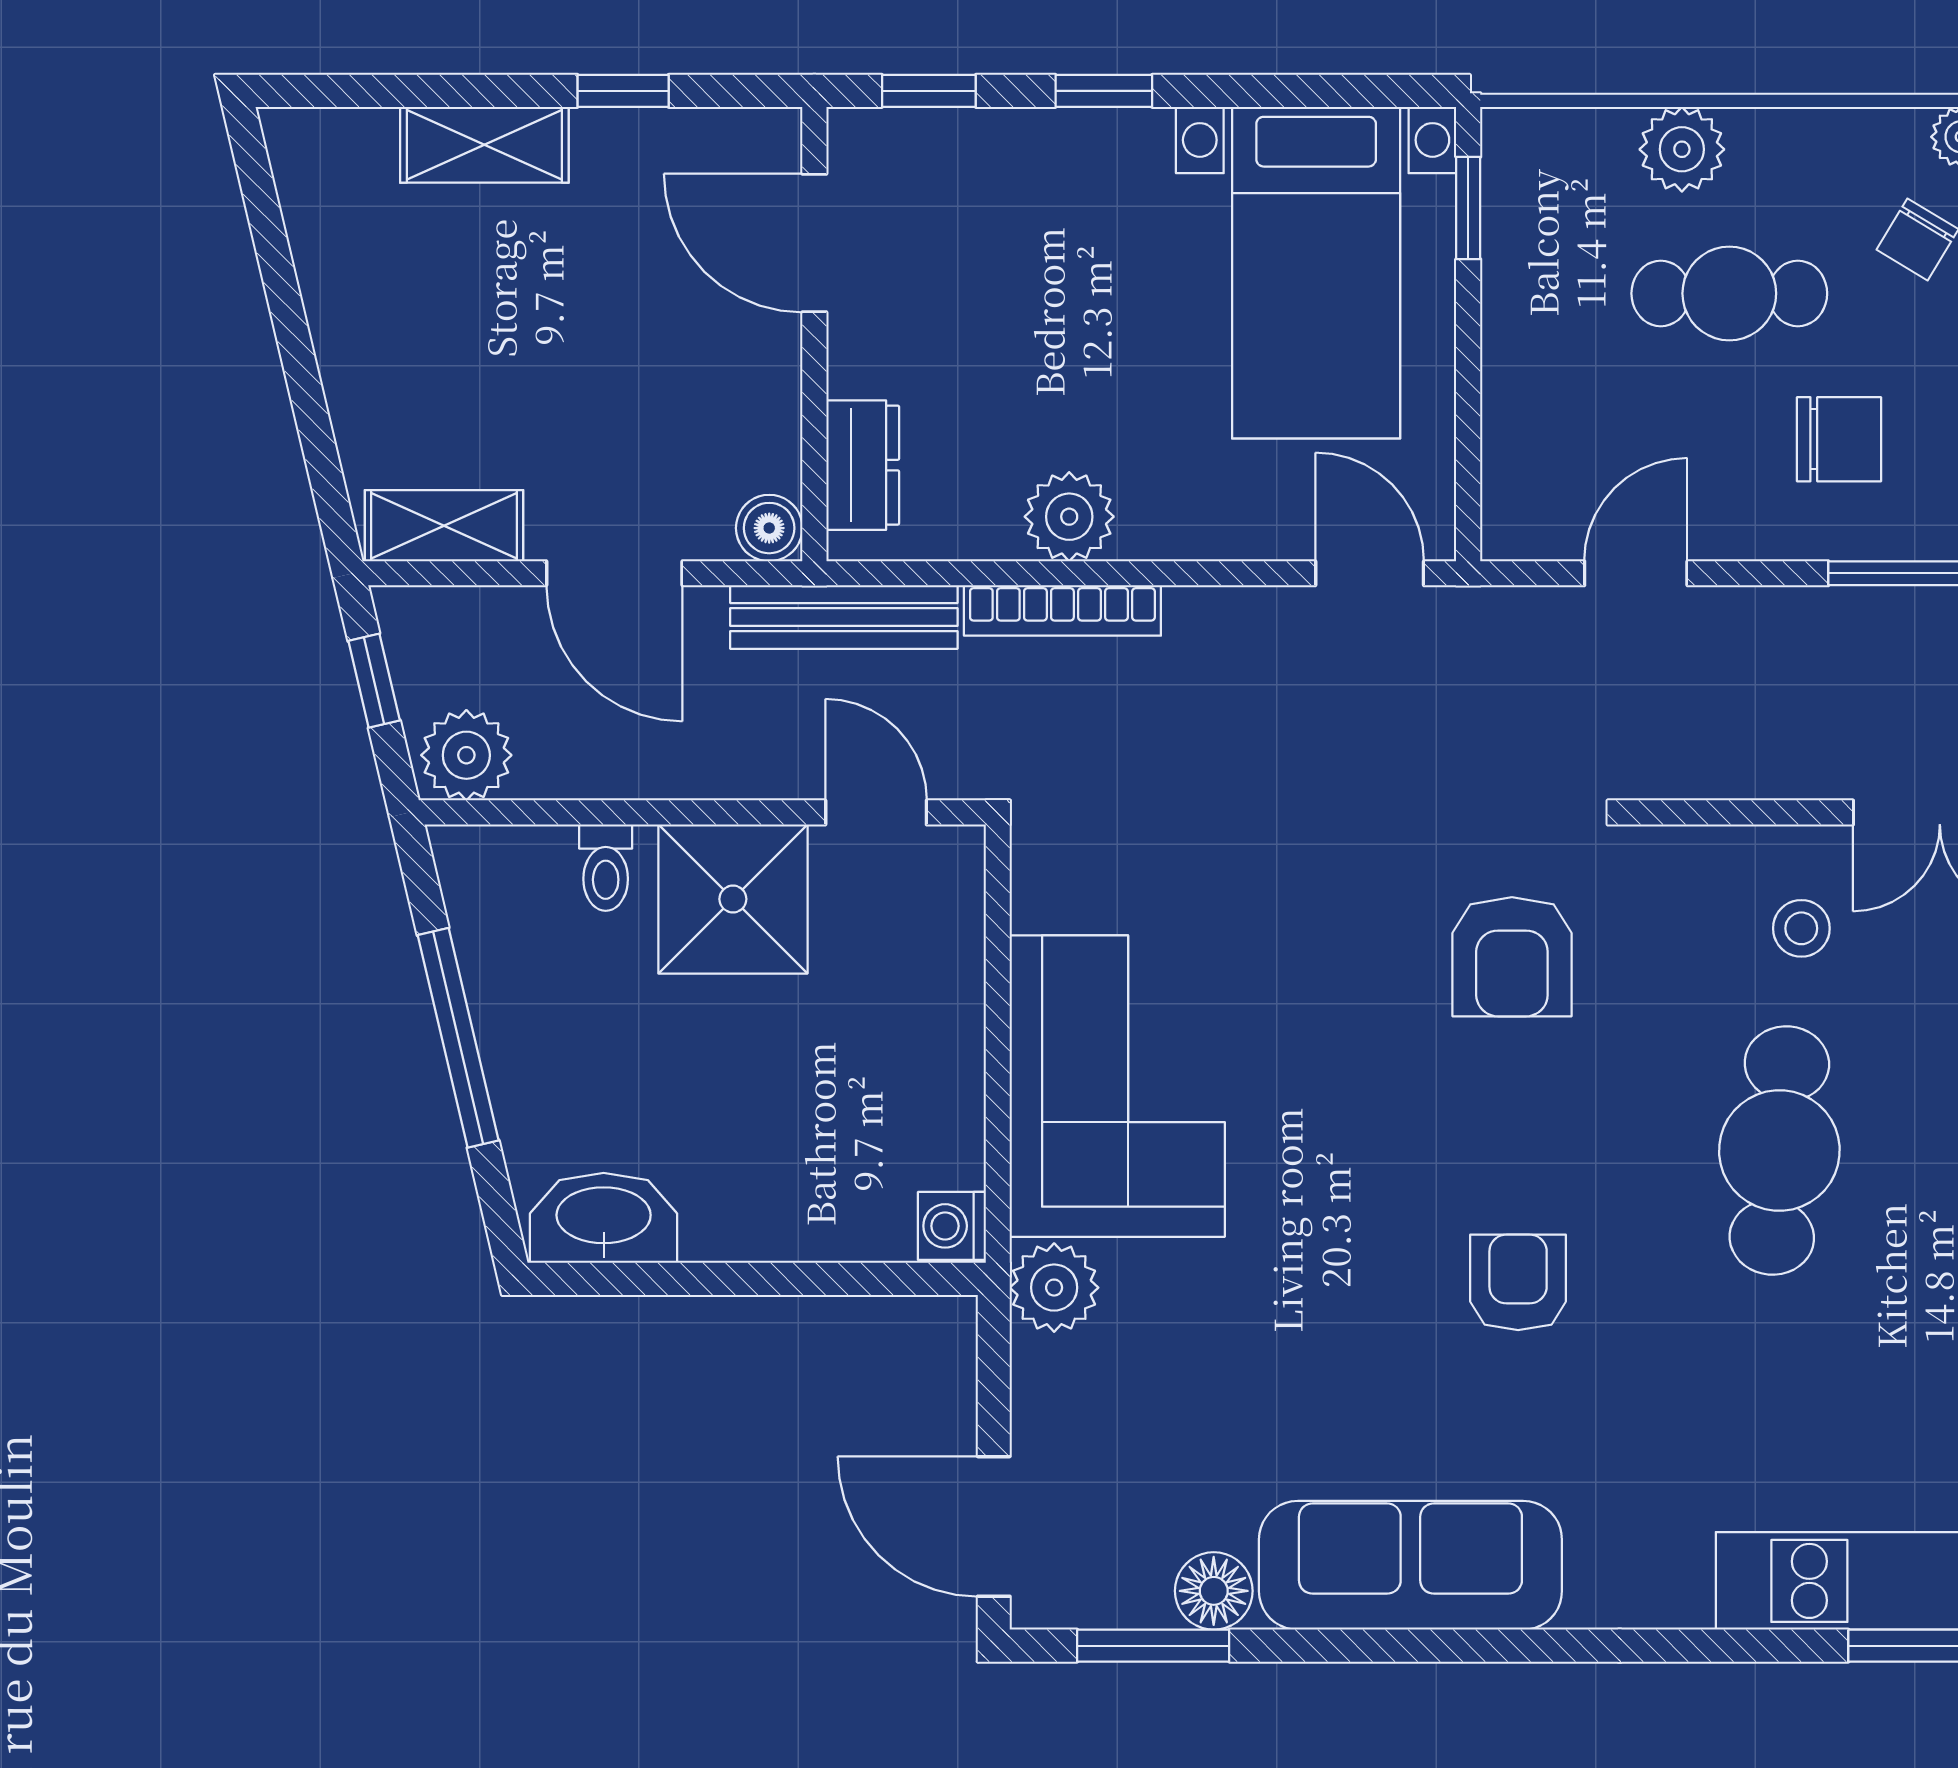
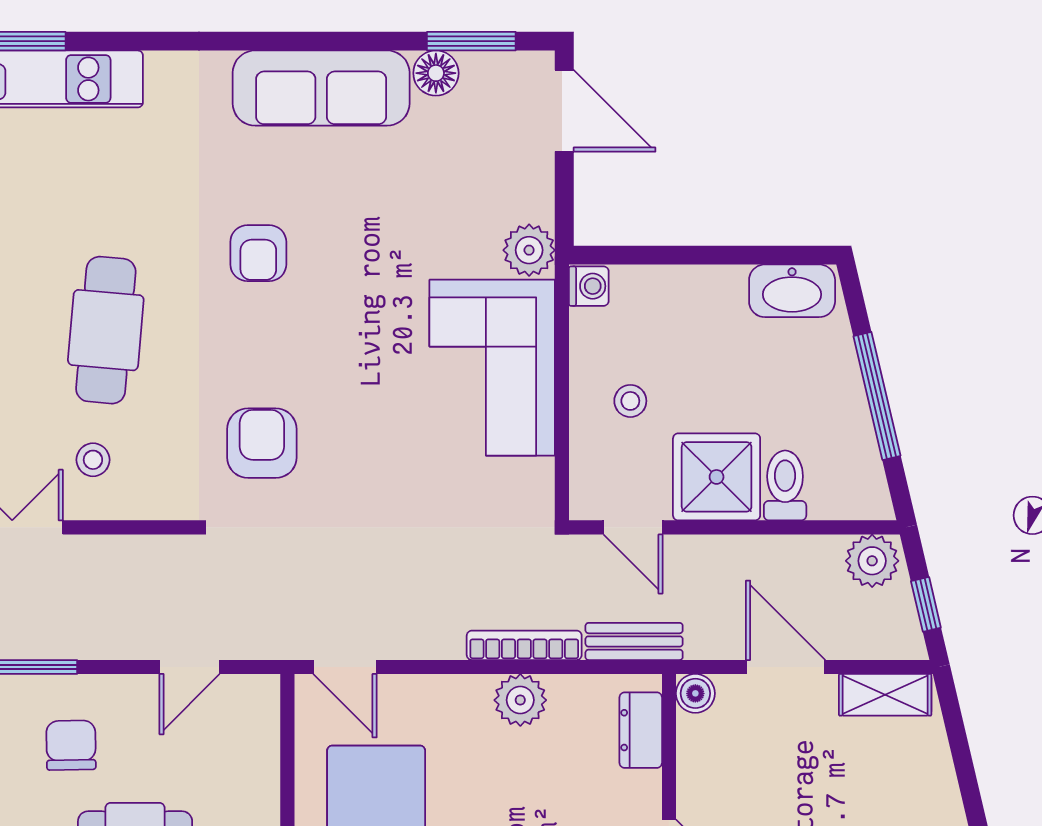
chair: (1839, 439) -> (71, 745), turned 89
bench: (844, 617) -> (634, 641), width x0.73
toilet: (606, 868) -> (785, 485), width x1.37, depth x1.39
stool: (881, 1029) -> (630, 401), added

